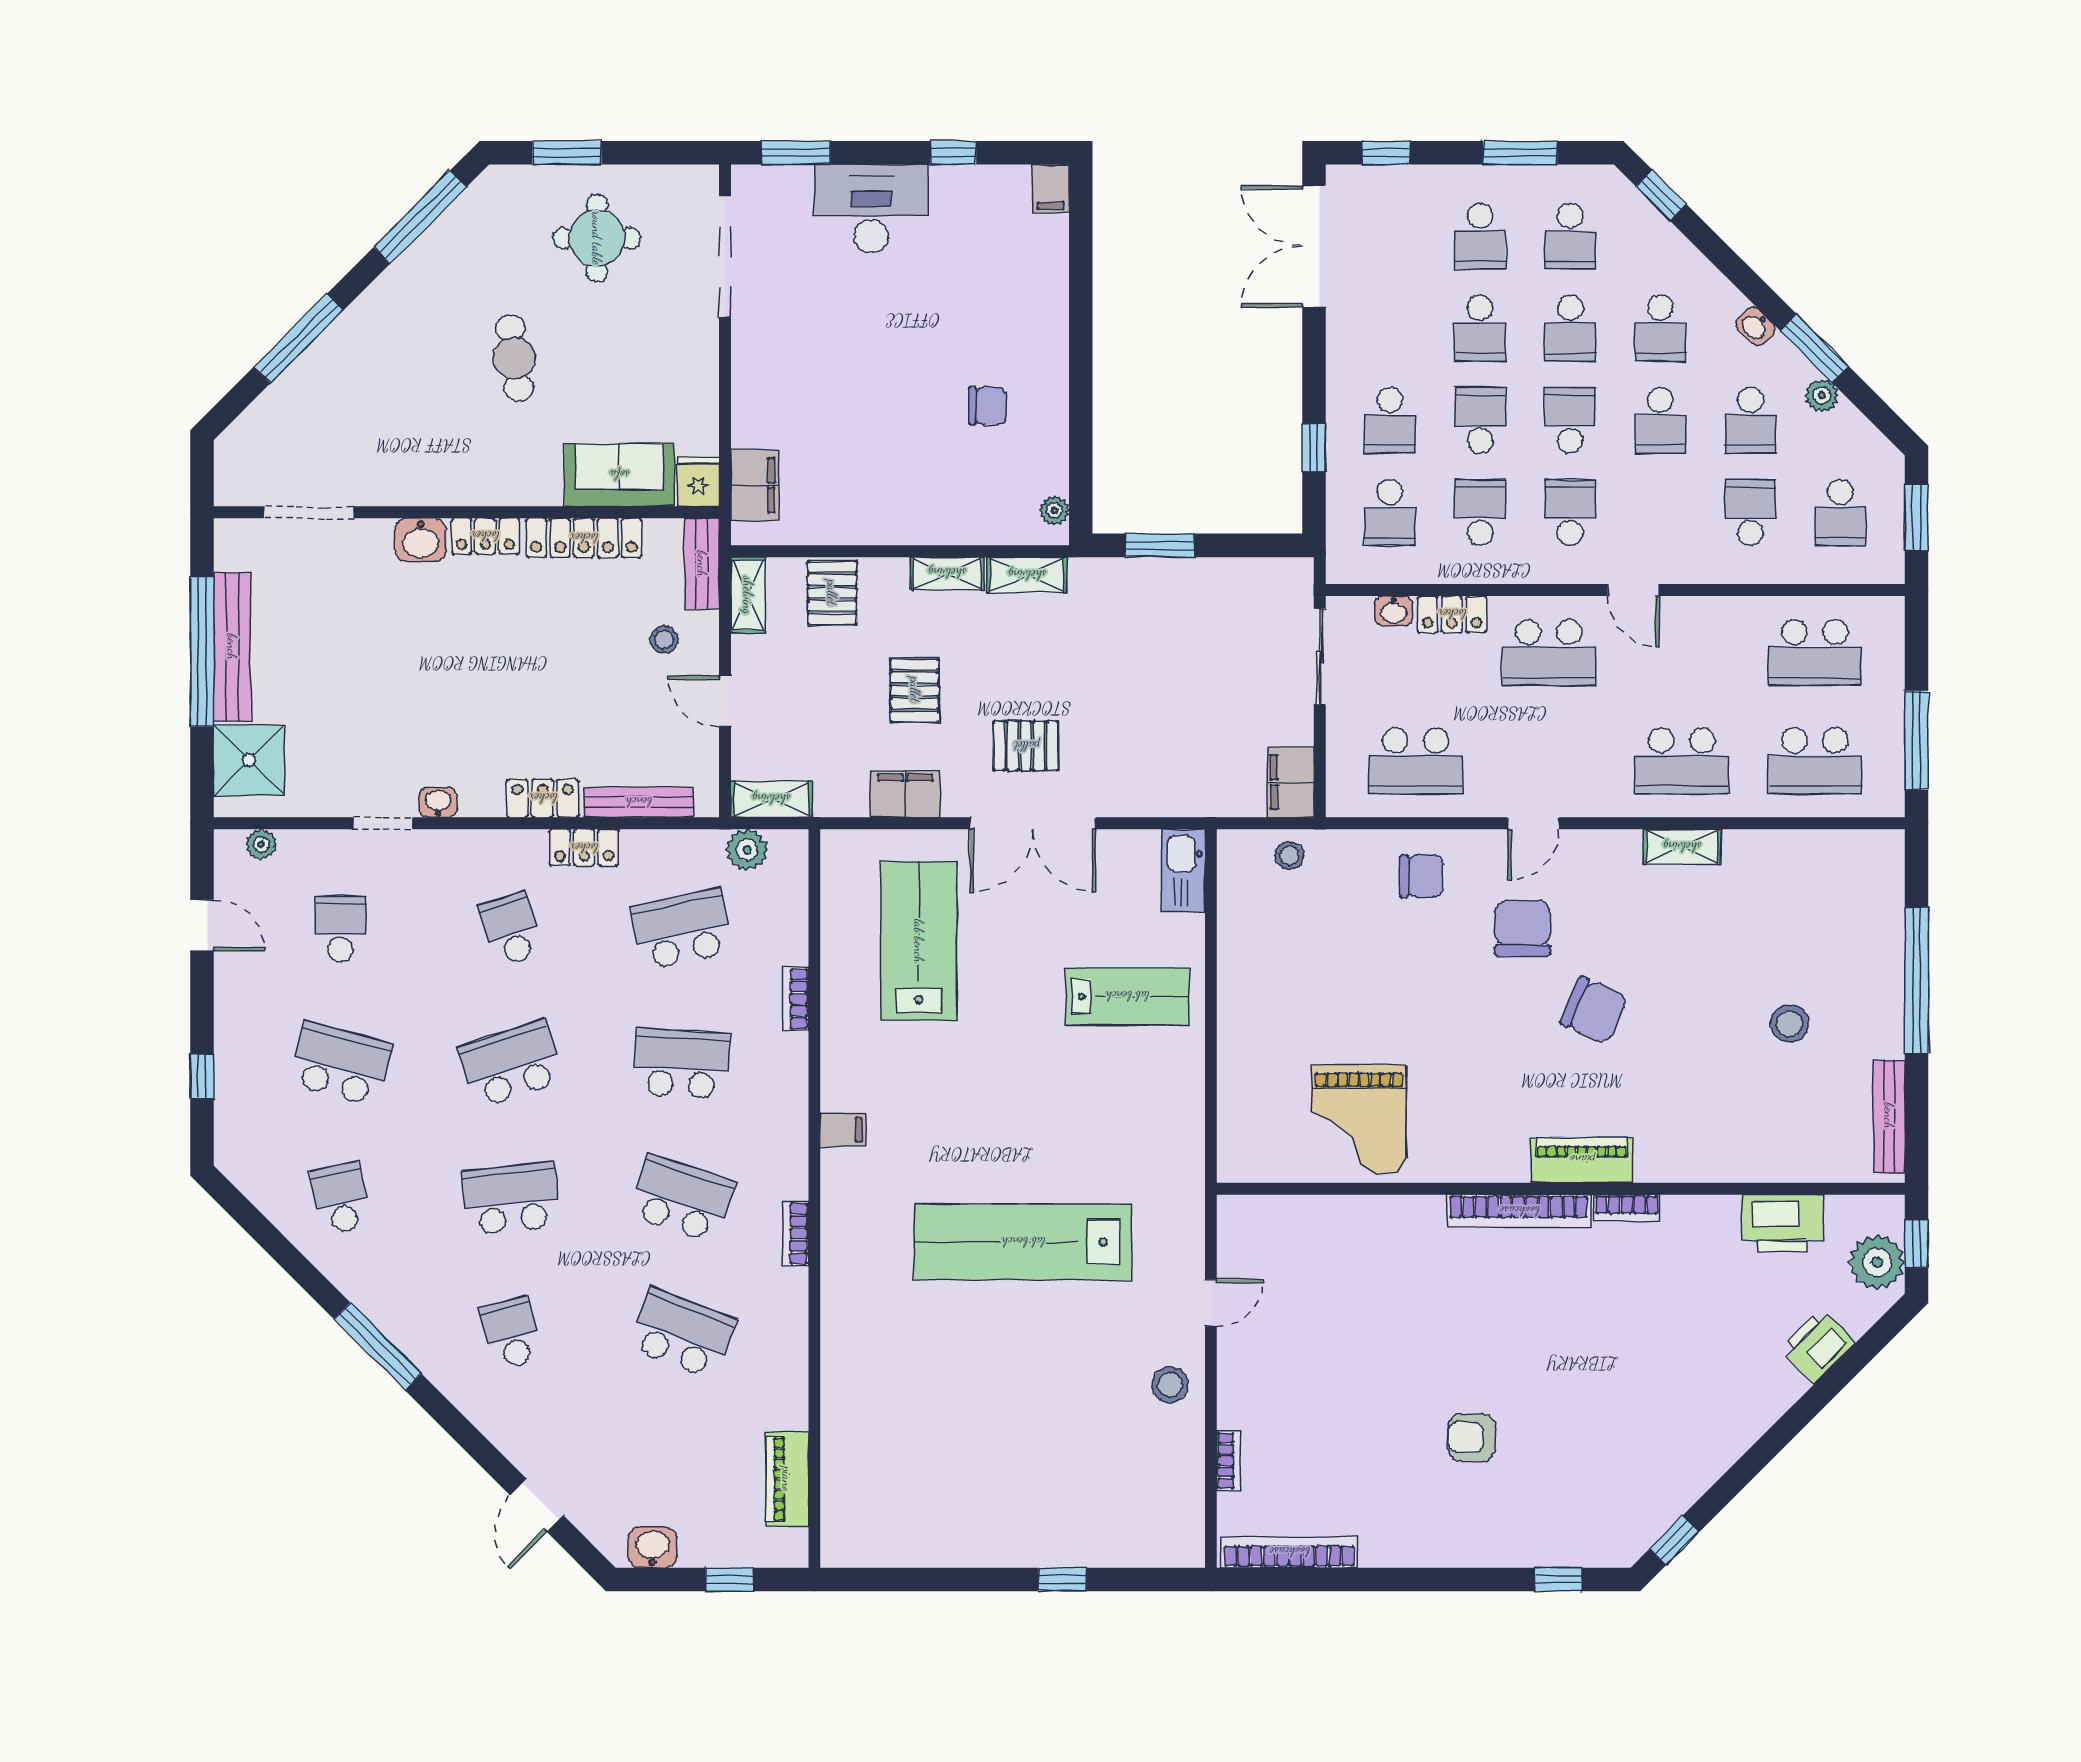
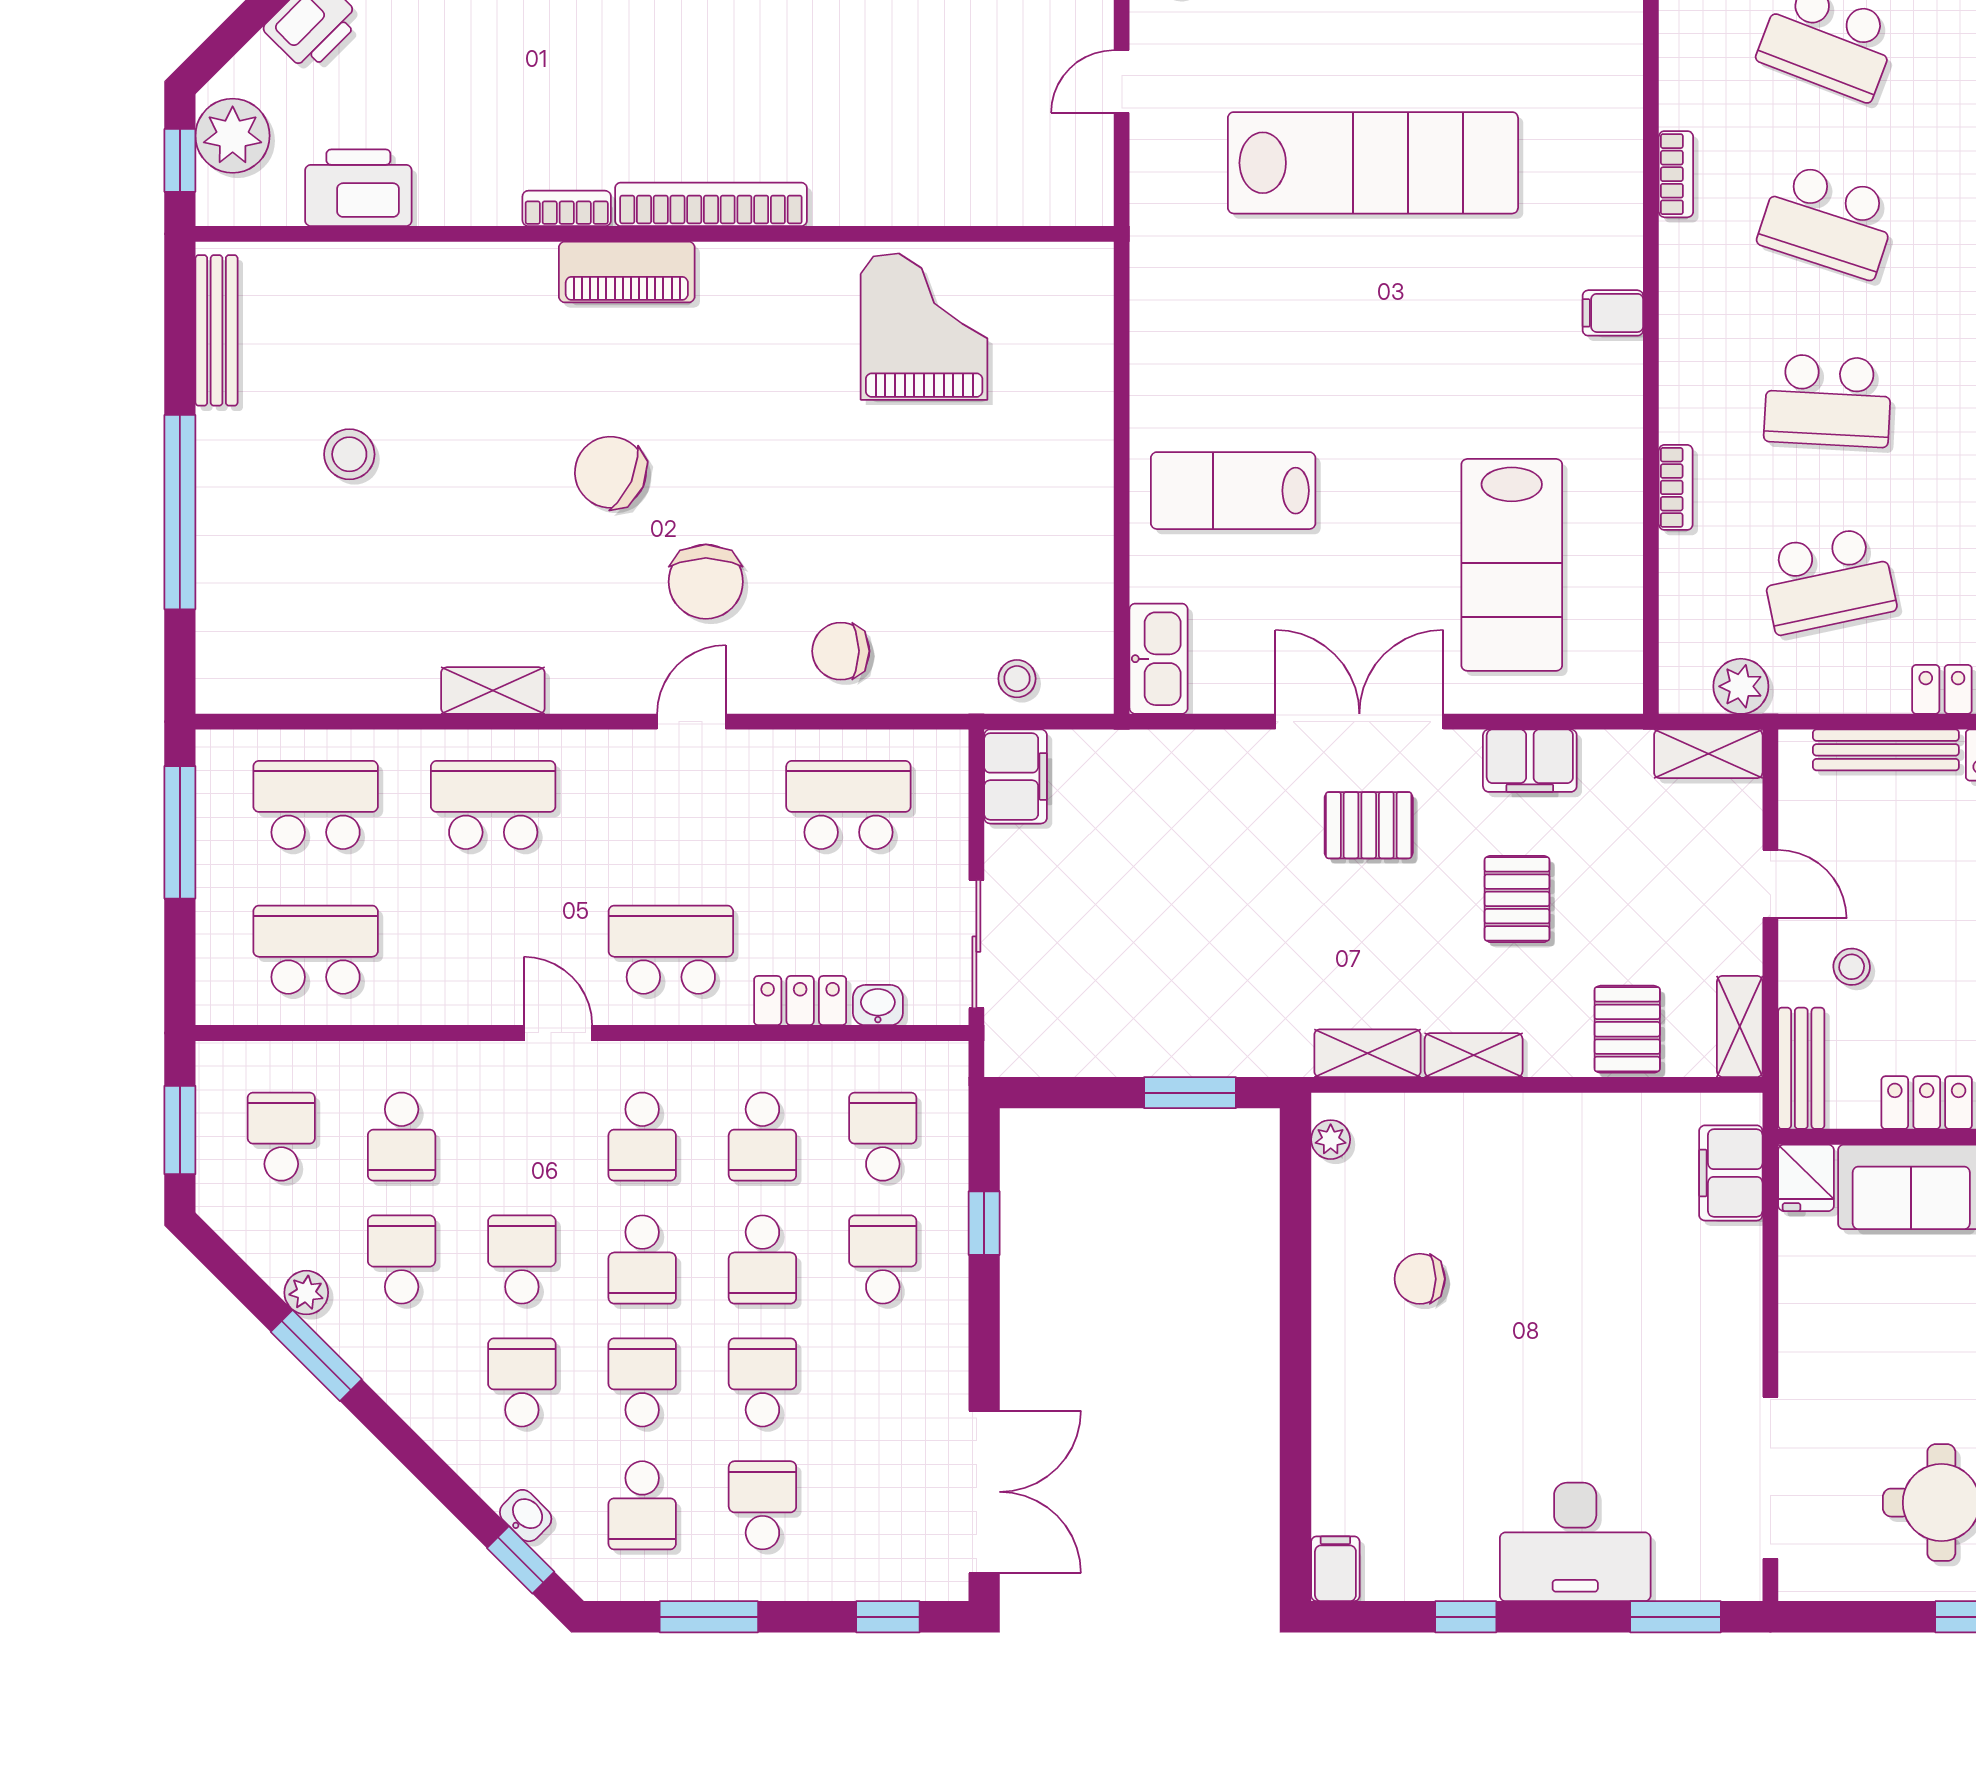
school desk: (1570, 236) -> (642, 1505), turned 180
washbasin: (1755, 326) -> (526, 1516), moved

